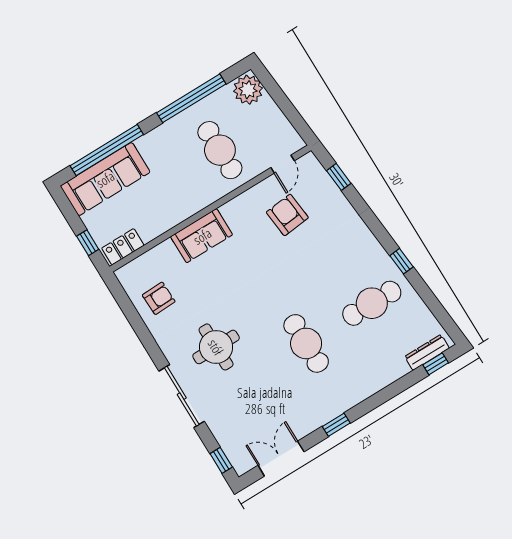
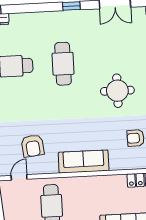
sofa: (202, 236) -> (84, 162), width x1.36

